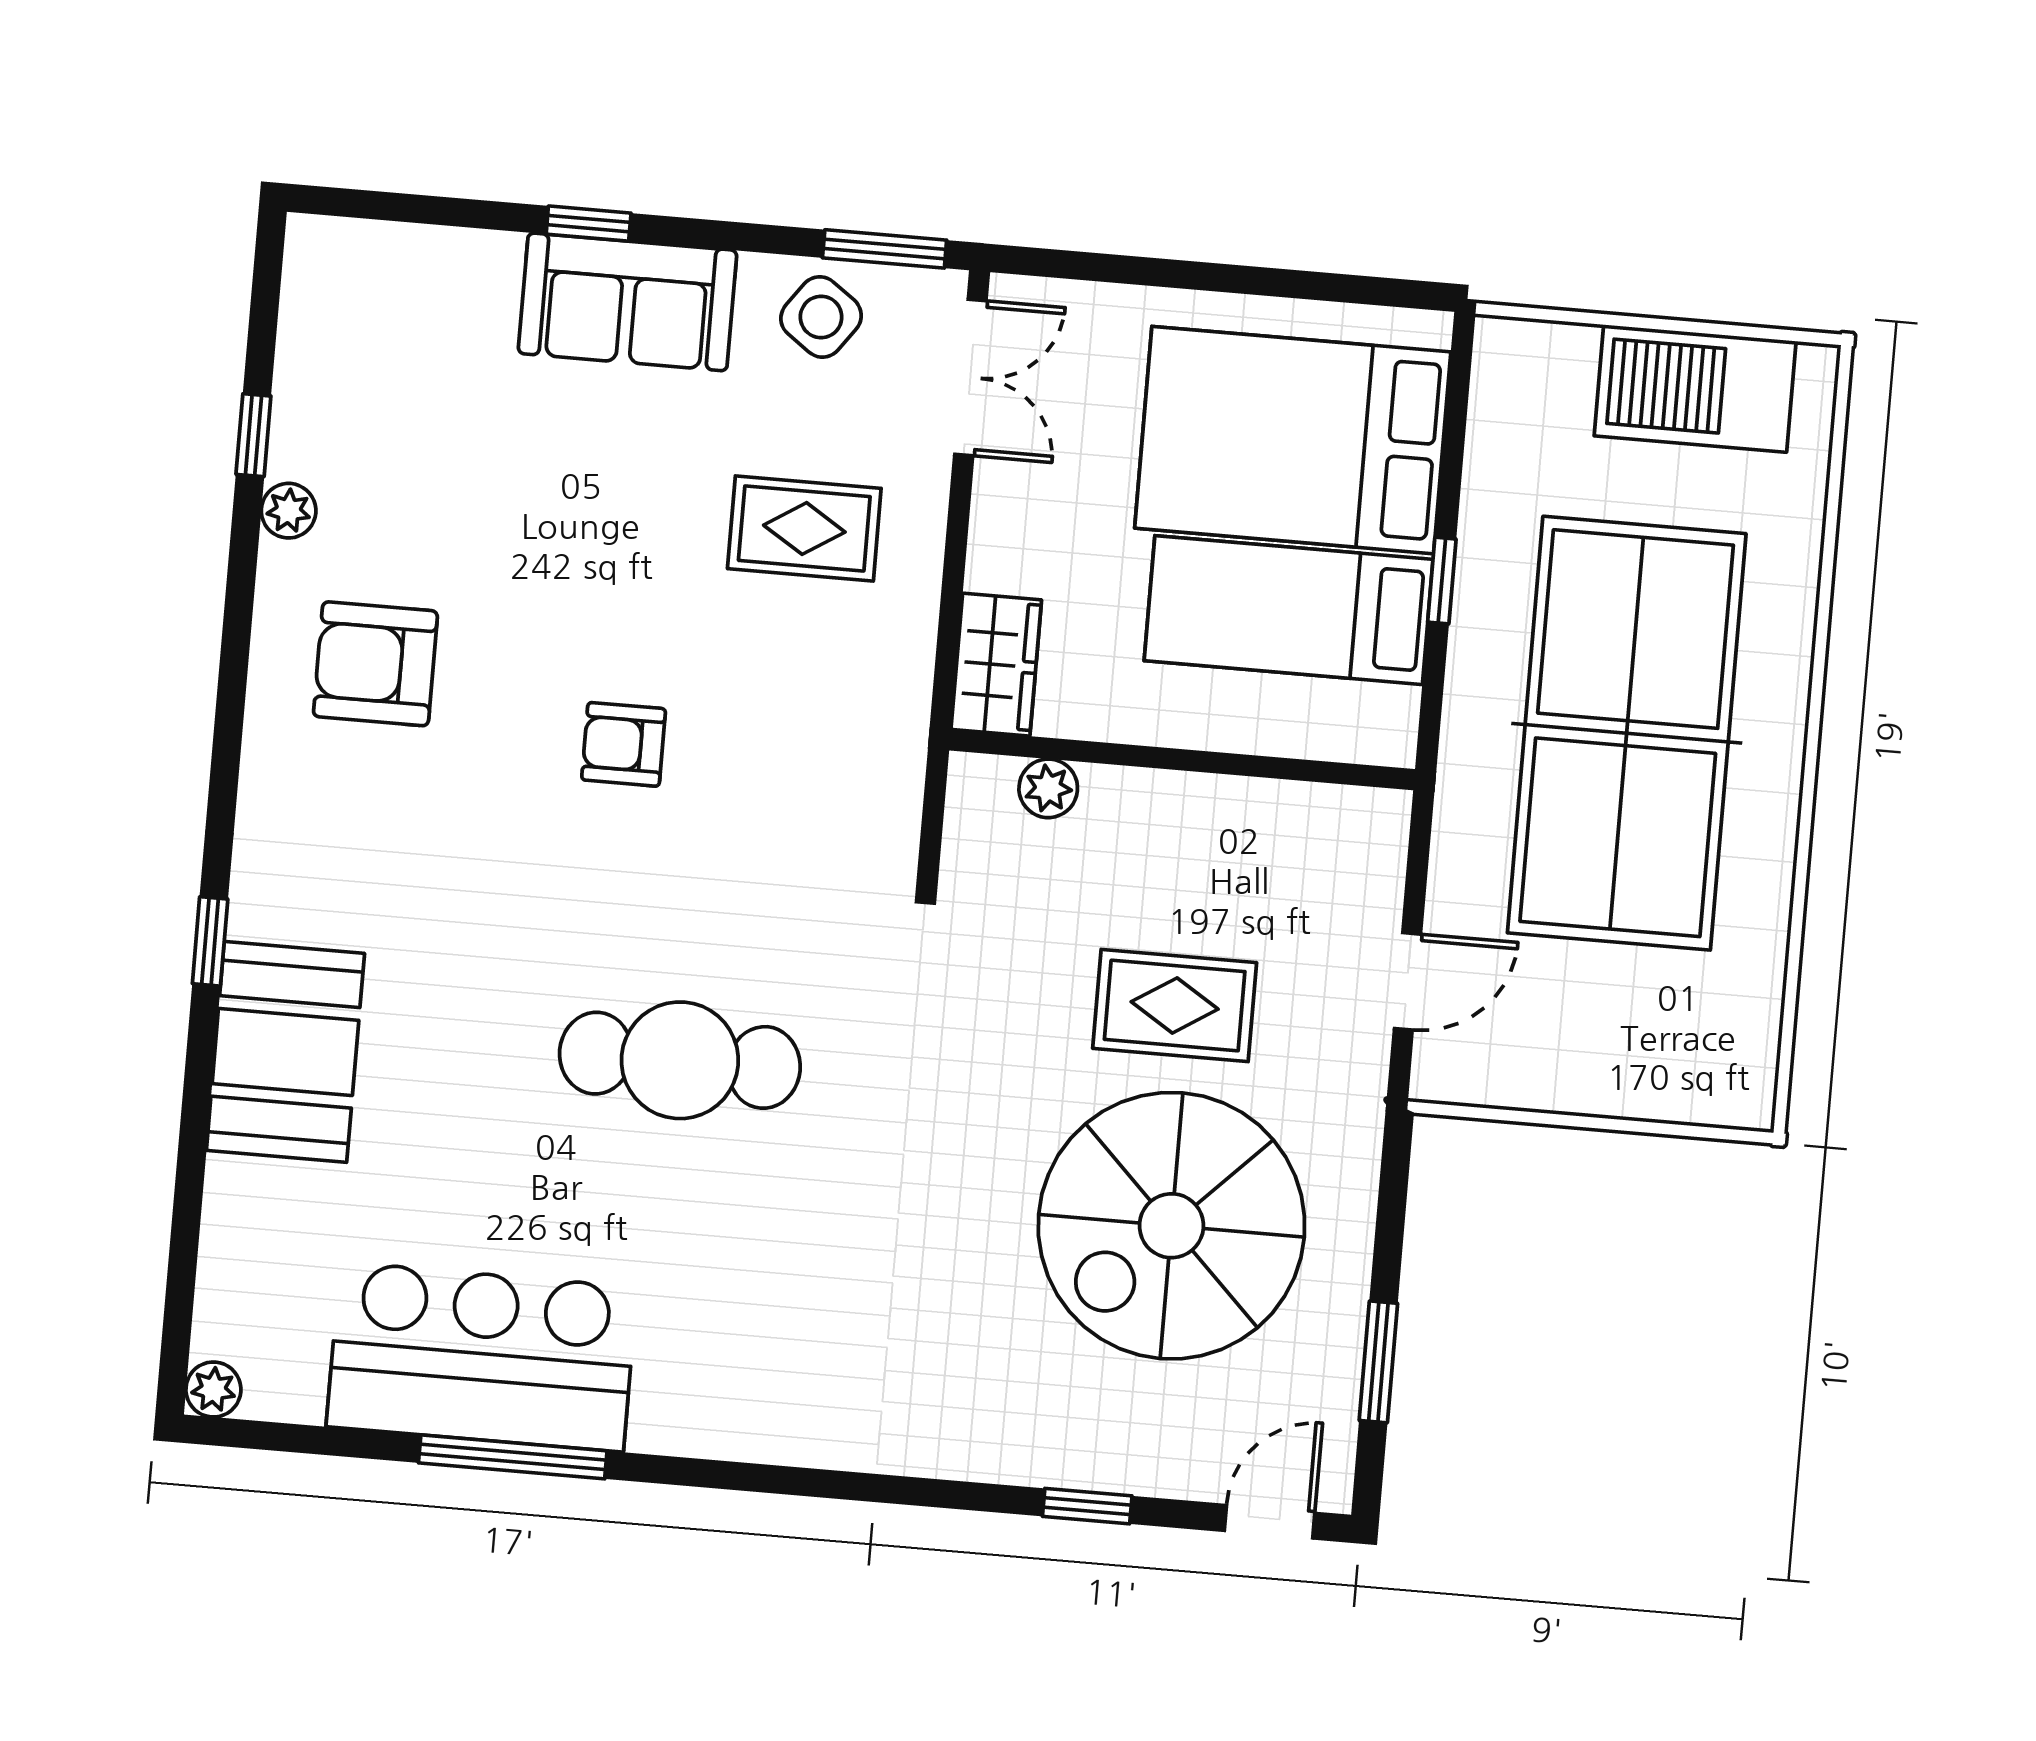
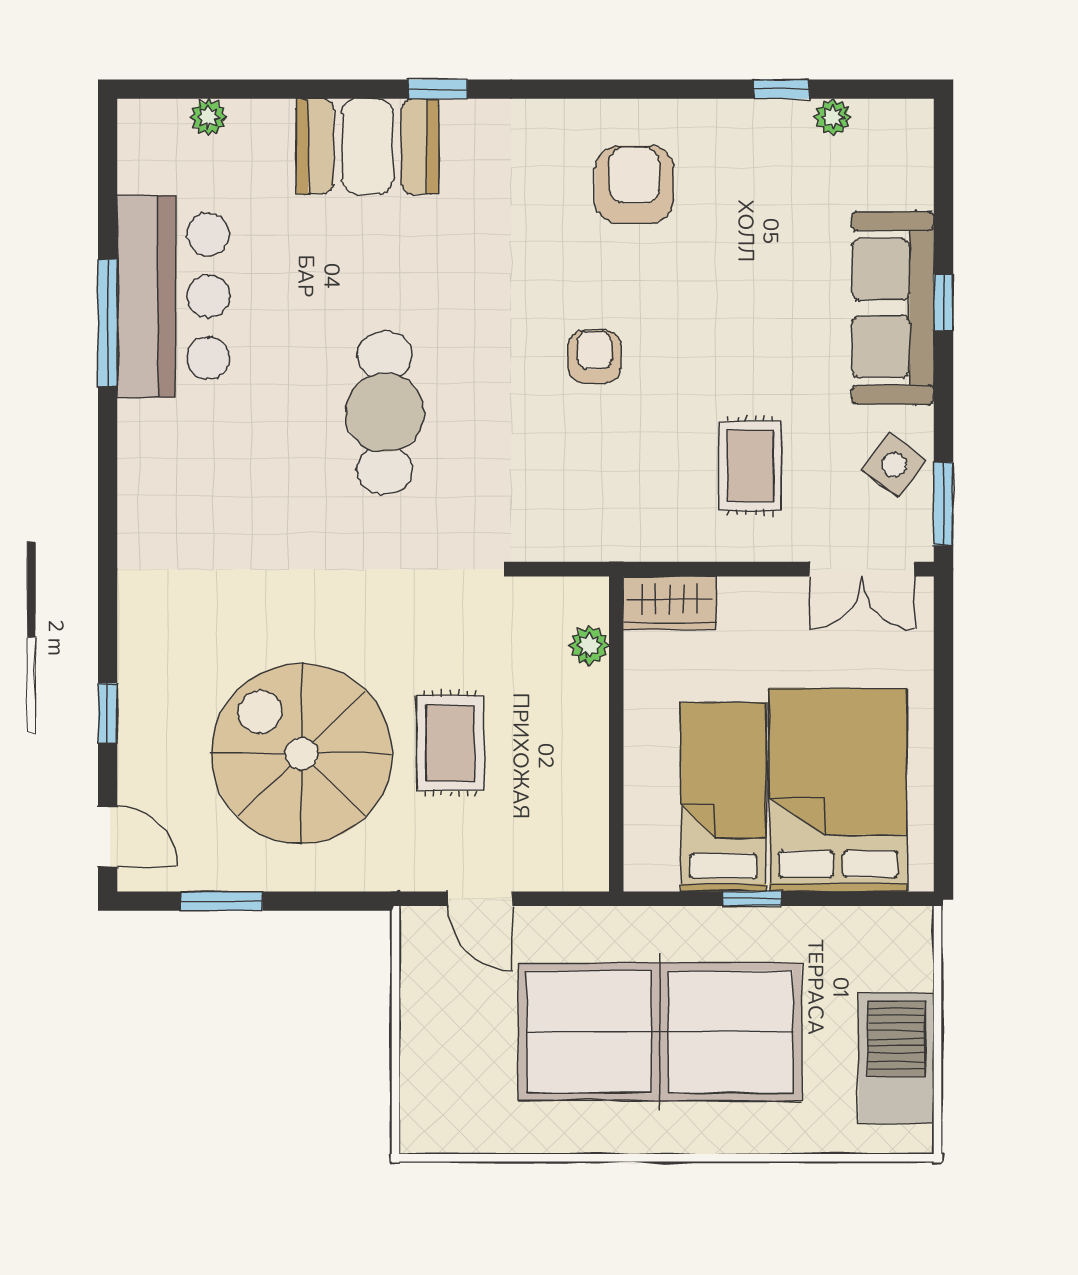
sofa: (628, 302) -> (893, 308), width x1.36
plant: (289, 511) -> (833, 117), moved
plant: (213, 1389) -> (208, 117), moved

